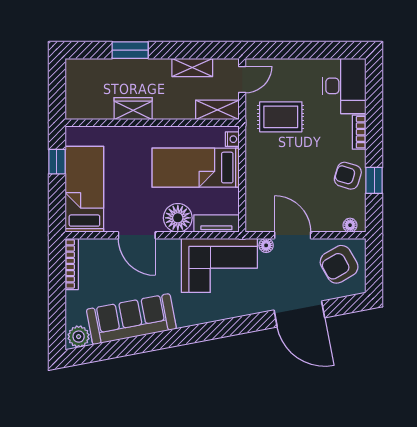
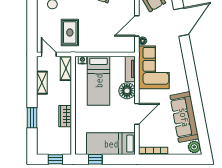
window: (57, 91) -> (55, 159), added

